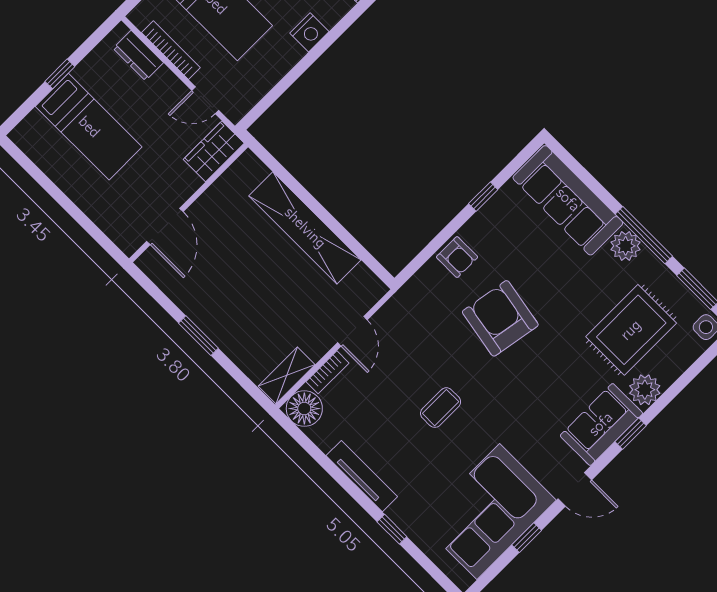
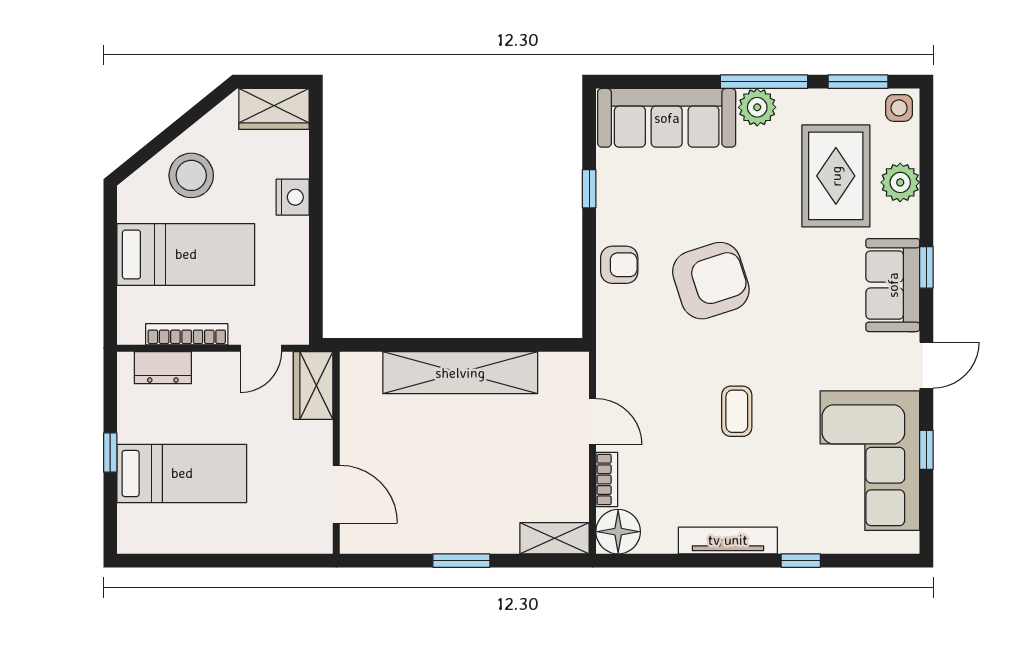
armchair: (500, 318) -> (711, 281), turned 152
shelving: (287, 375) -> (555, 538), moved, turned 90
plant: (645, 390) -> (900, 182), moved

